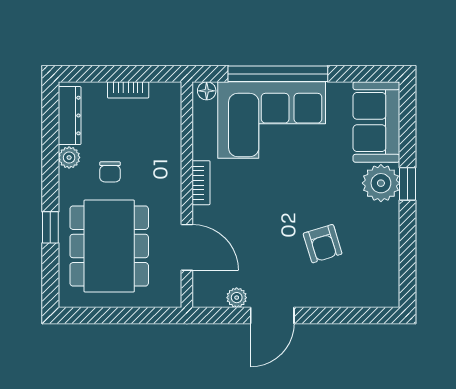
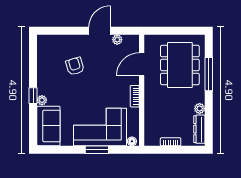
window: (278, 74) -> (97, 150), width x0.47
chair: (110, 172) -> (179, 101), removed
plant: (381, 183) -> (42, 100), width x0.53, depth x0.53
window: (50, 227) -> (209, 74), width x2.17
door: (187, 247) -> (142, 64), hinge flipped

